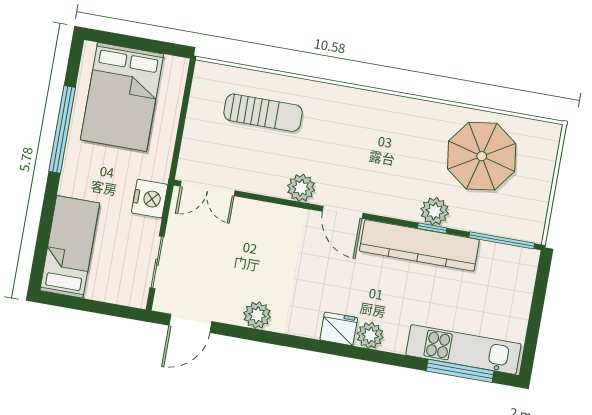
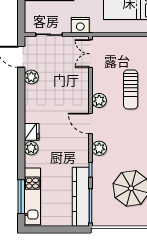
sun lounger: (263, 113) -> (131, 89), moved
plant: (435, 211) -> (99, 148), moved
door: (343, 212) -> (91, 123), hinge flipped
kitchen counter: (419, 245) -> (81, 197), moved
plant: (257, 315) -> (31, 77), moved

